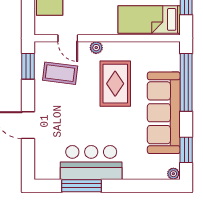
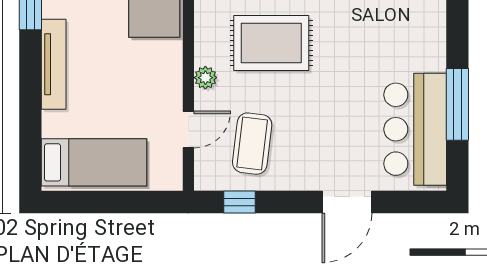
window: (28, 66) -> (240, 202), width x0.67
bar counter: (91, 163) -> (415, 129), moved

